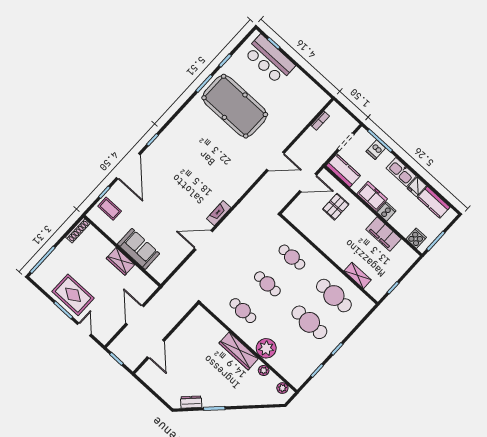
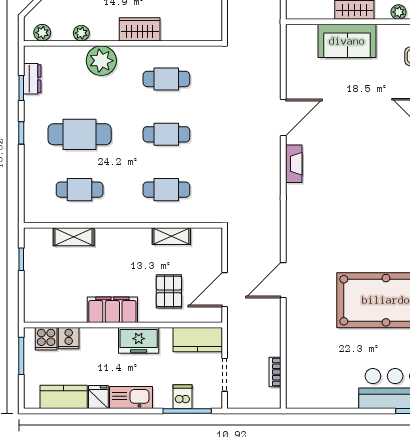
cooker: (387, 212) -> (69, 338), moved
shelving: (310, 232) -> (171, 236), added
filing cabinet: (383, 234) -> (112, 310), moved
plant: (101, 240) -> (399, 12), added
cafe table: (334, 296) -> (80, 190), width x0.73, depth x0.74
wardrobe: (239, 351) -> (140, 29), width x0.67
dresser: (308, 370) -> (32, 79), added

